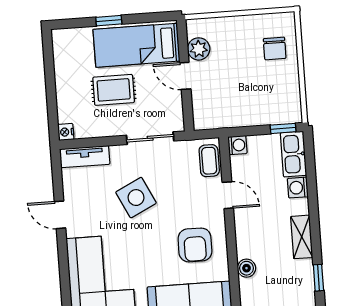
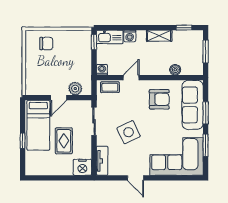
plant: (199, 49) -> (75, 89), moved
nightstand: (66, 132) -> (82, 167), width x1.89, depth x1.79
door: (60, 215) -> (136, 178), hinge flipped

